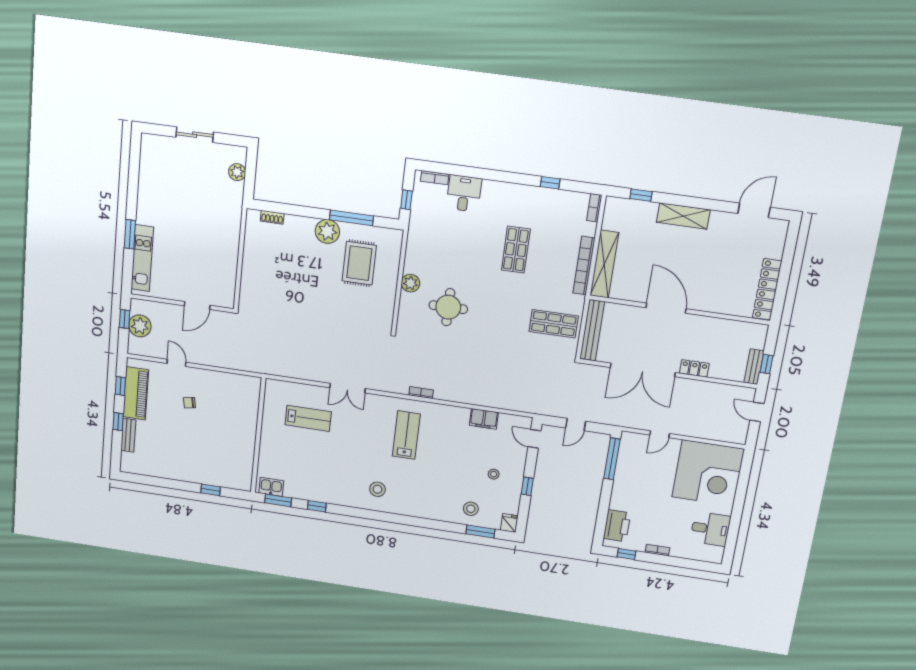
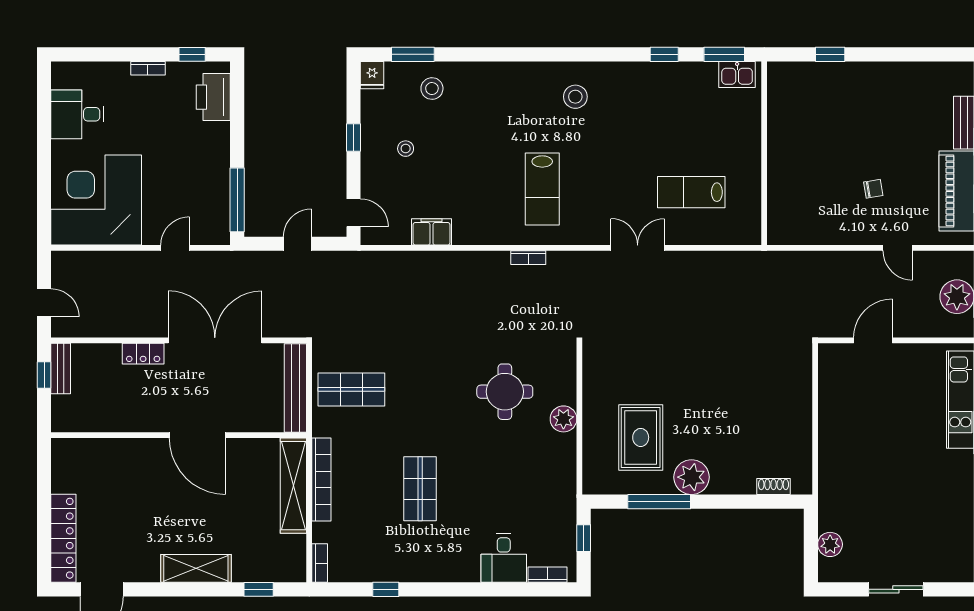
locker: (767, 289) -> (63, 538), moved

